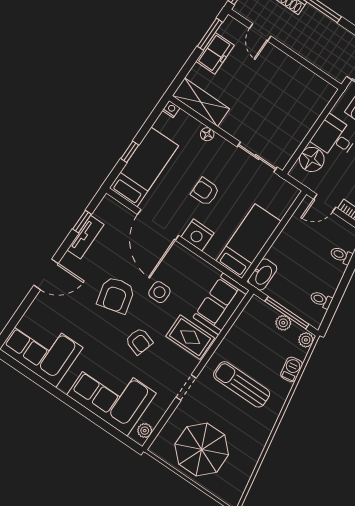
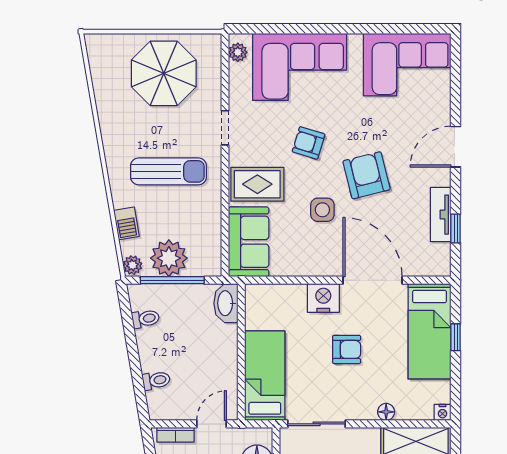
bed: (249, 241) -> (265, 376), moved, turned 180
plant: (283, 323) -> (169, 258), width x1.87, depth x1.87

